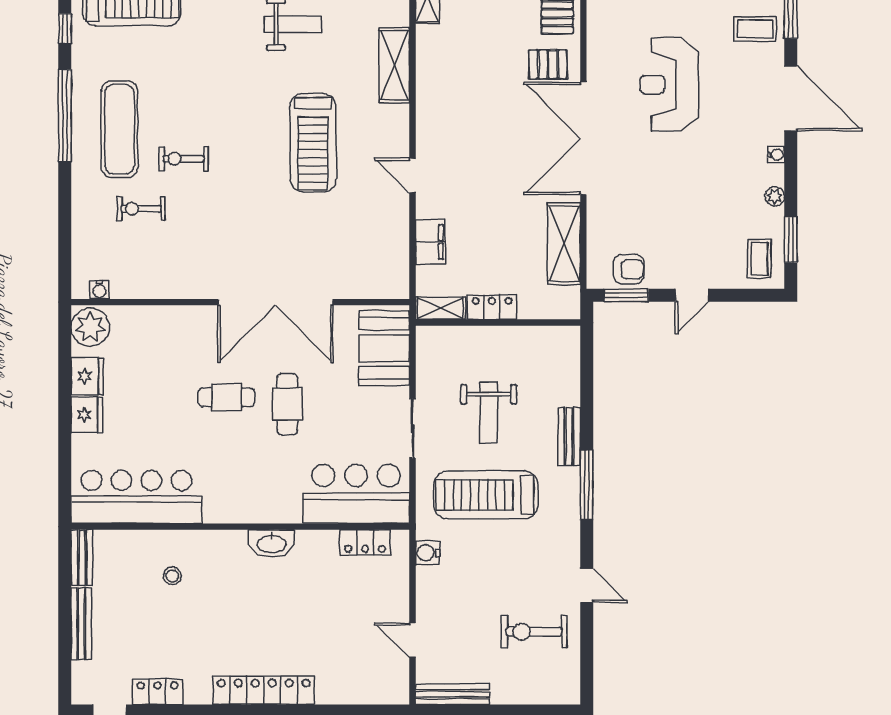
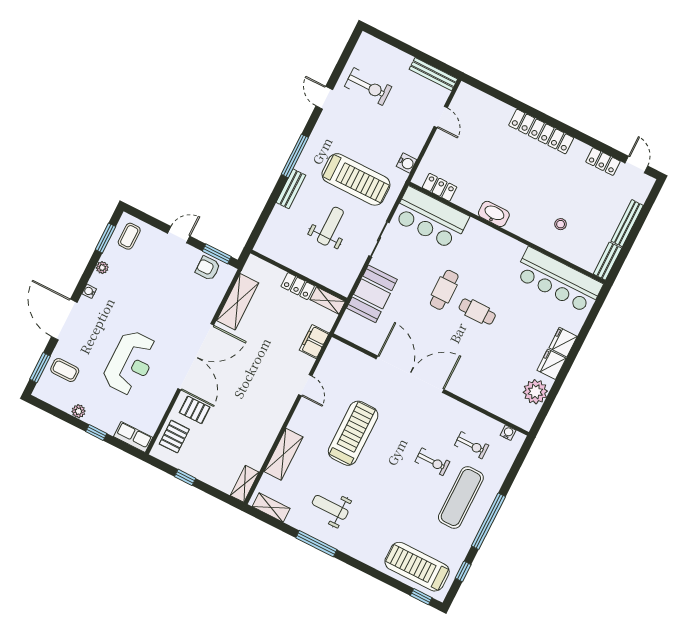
water cooler: (99, 290) -> (508, 433), moved
wall: (240, 302) -> (430, 384), moved
double door: (275, 302) -> (410, 374), moved

